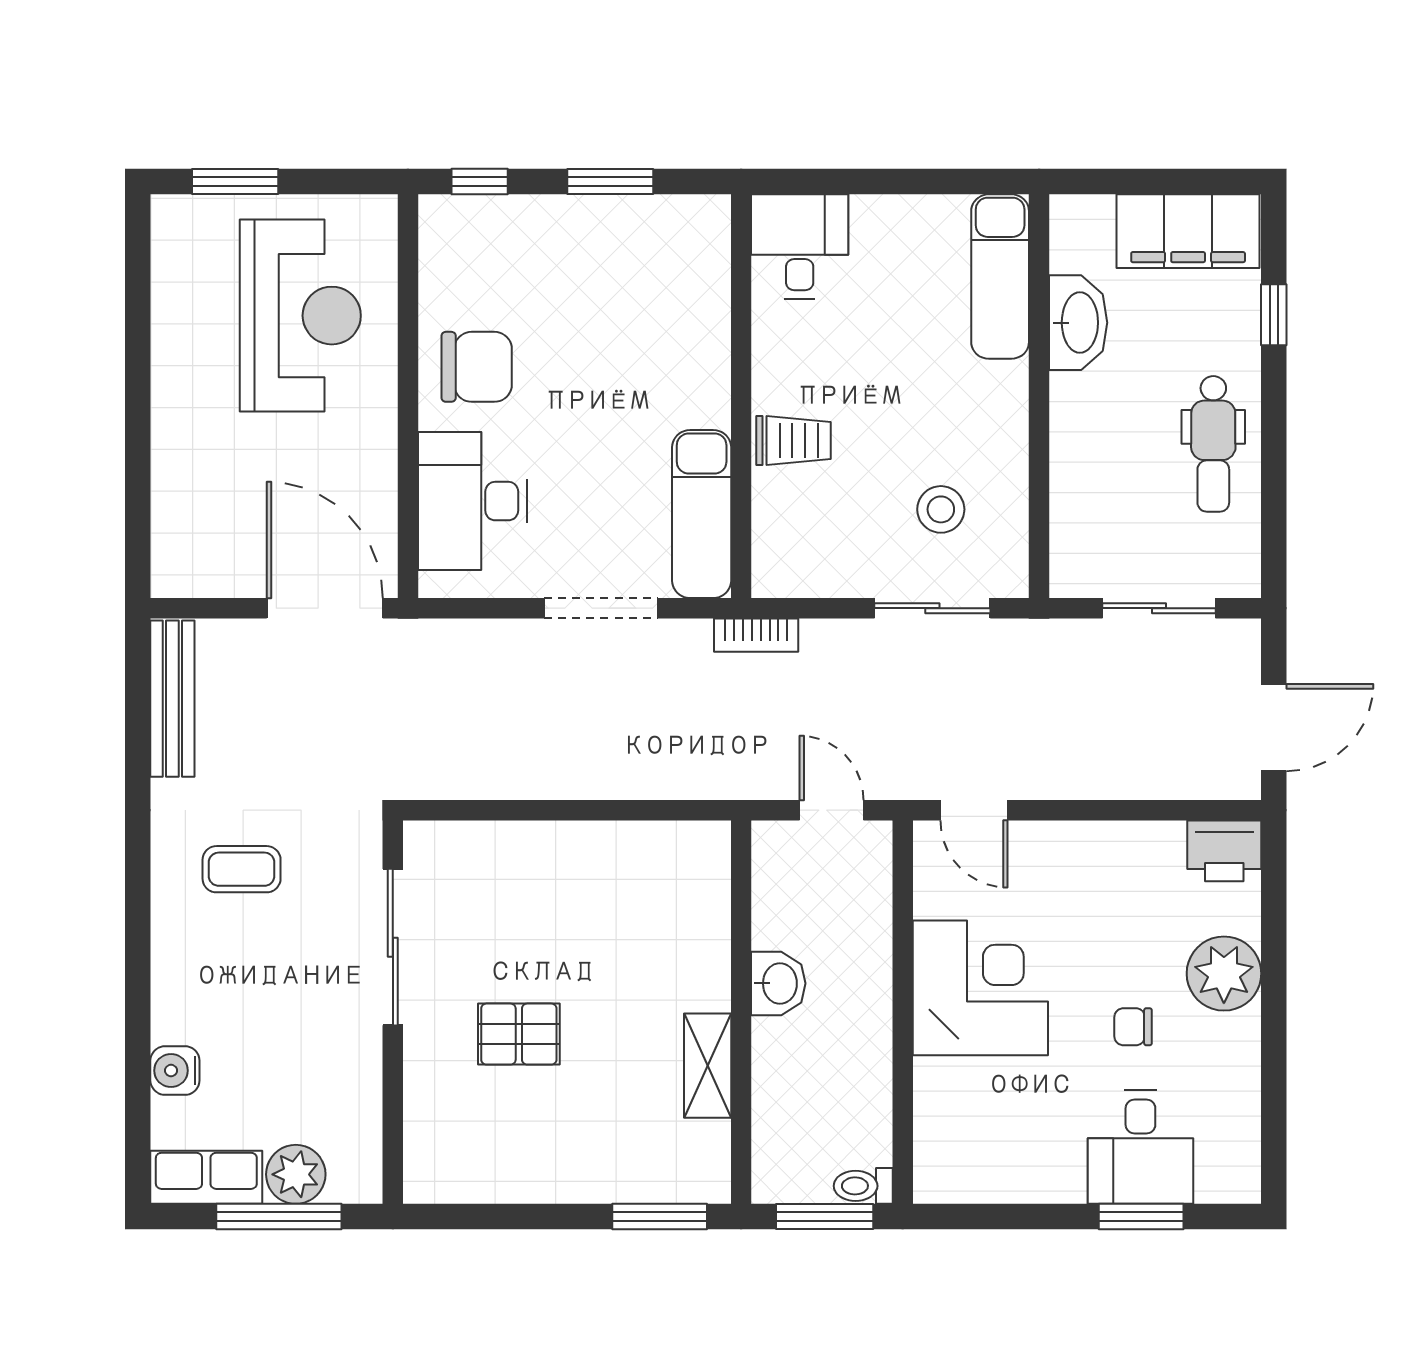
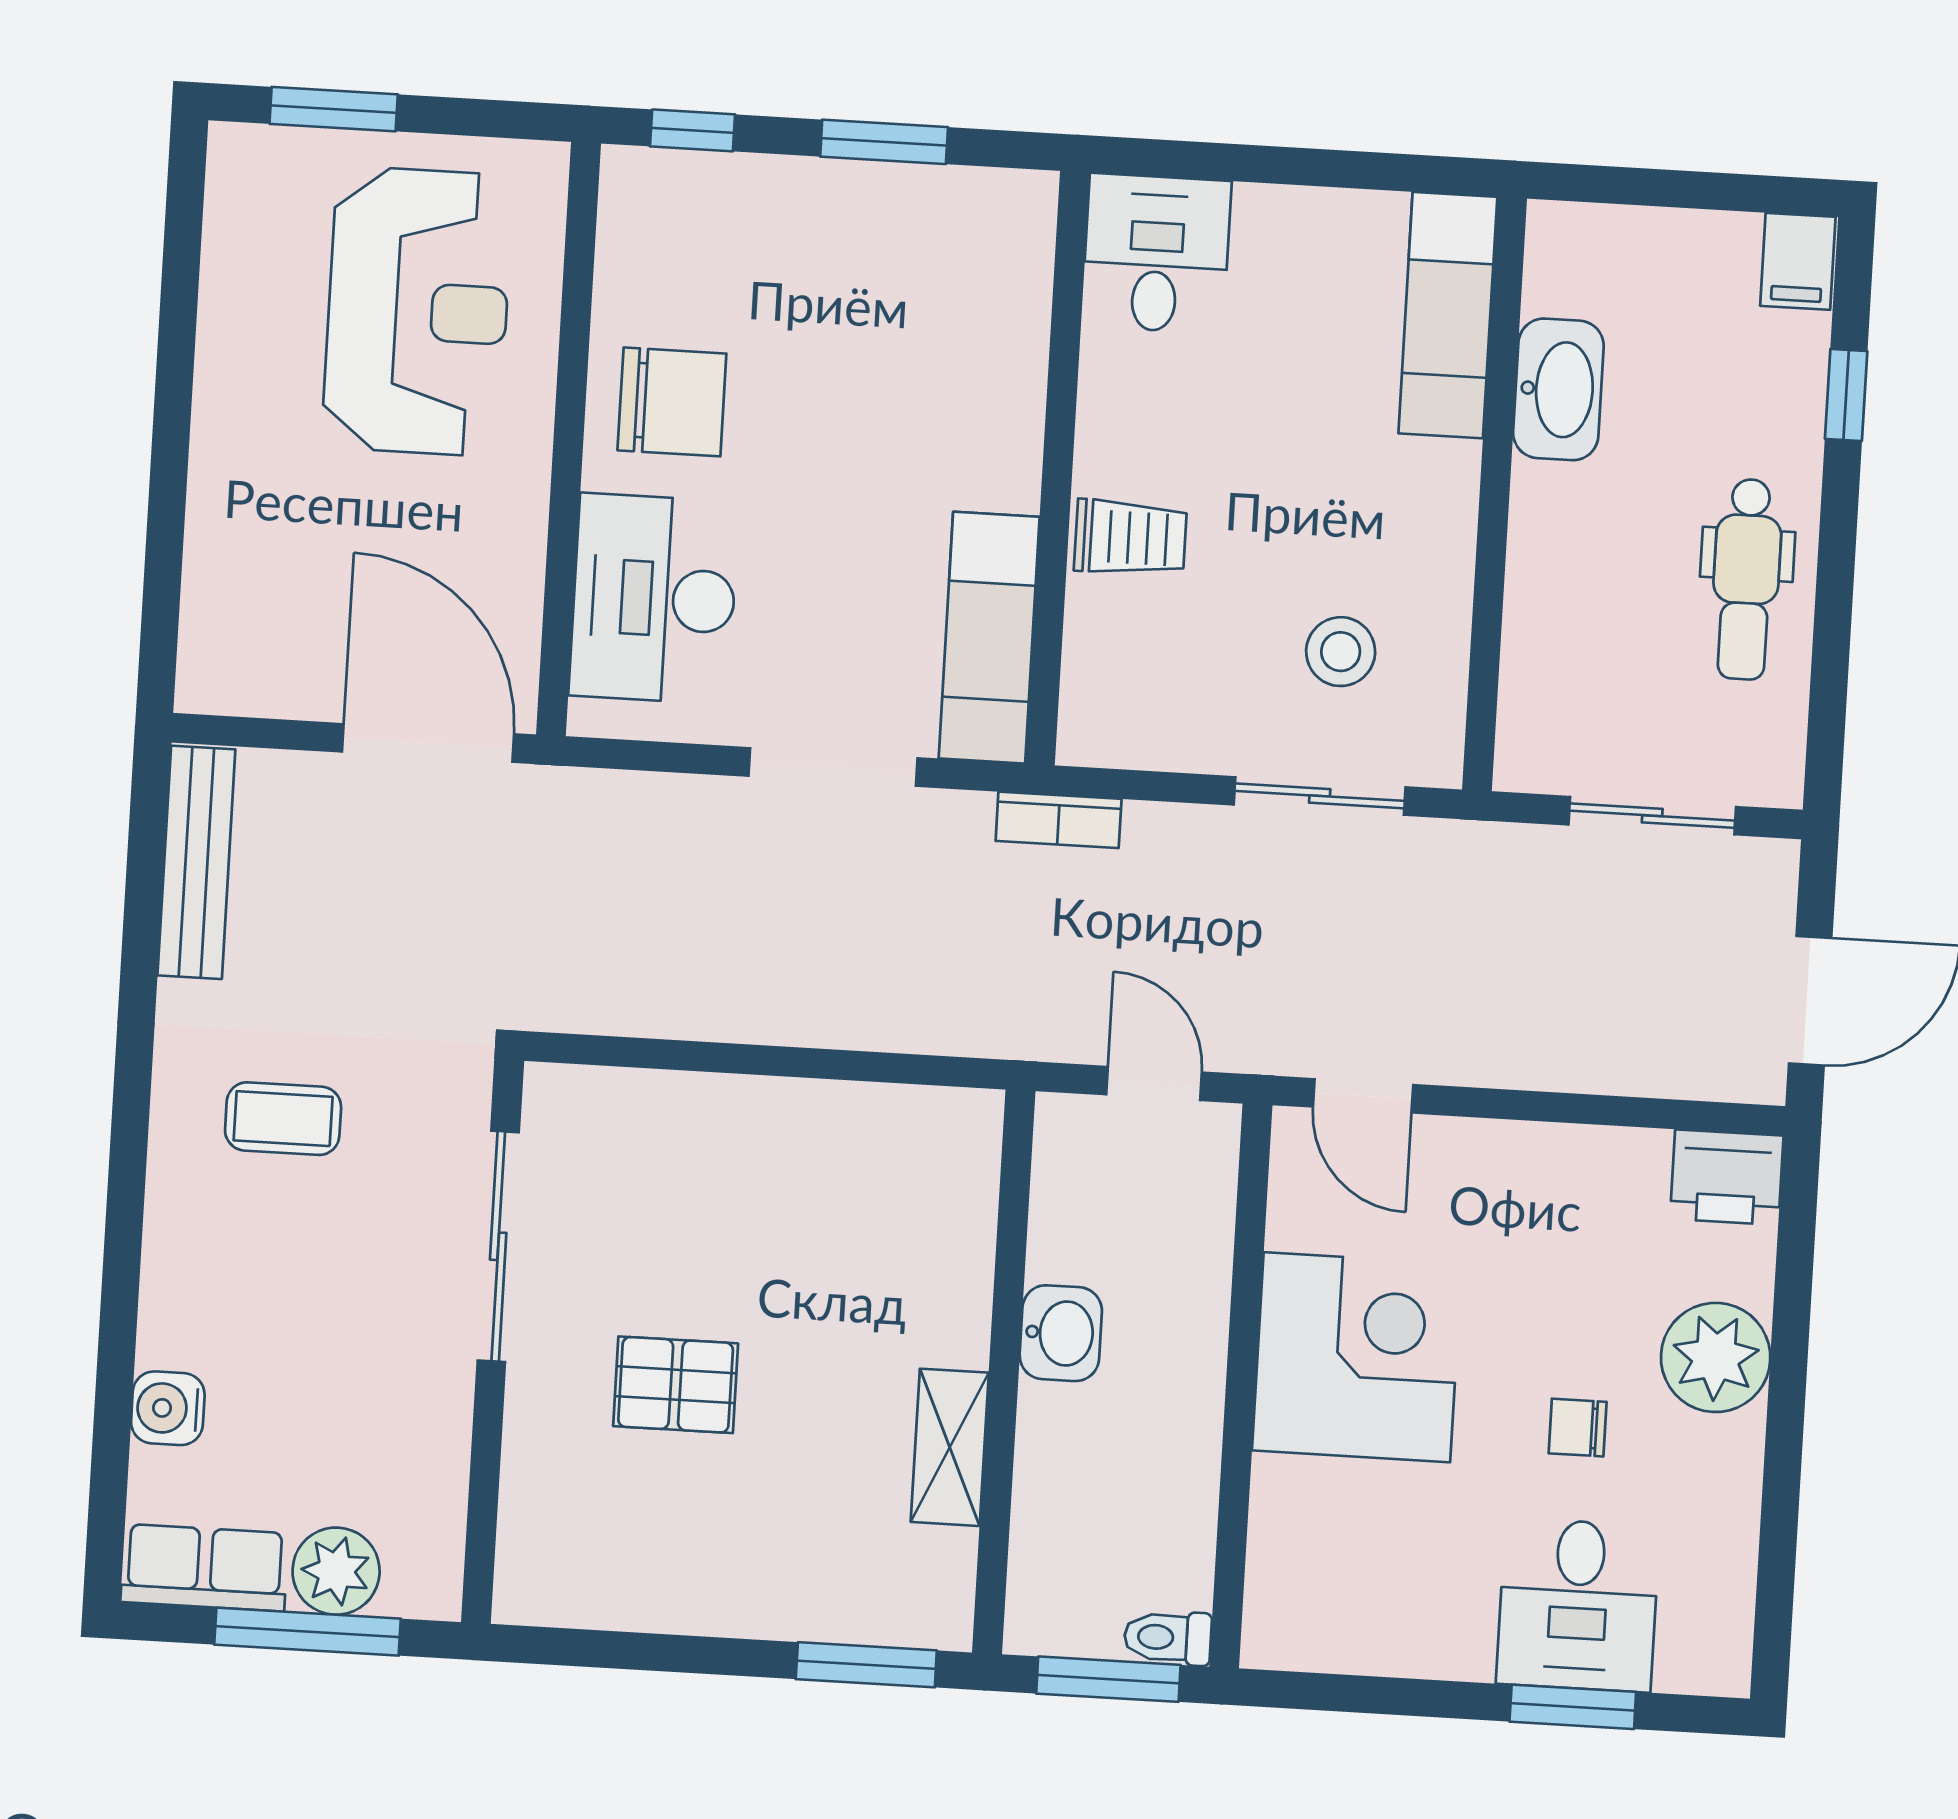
filing cabinet: (1188, 231) -> (1798, 261), width x0.33, depth x0.86

